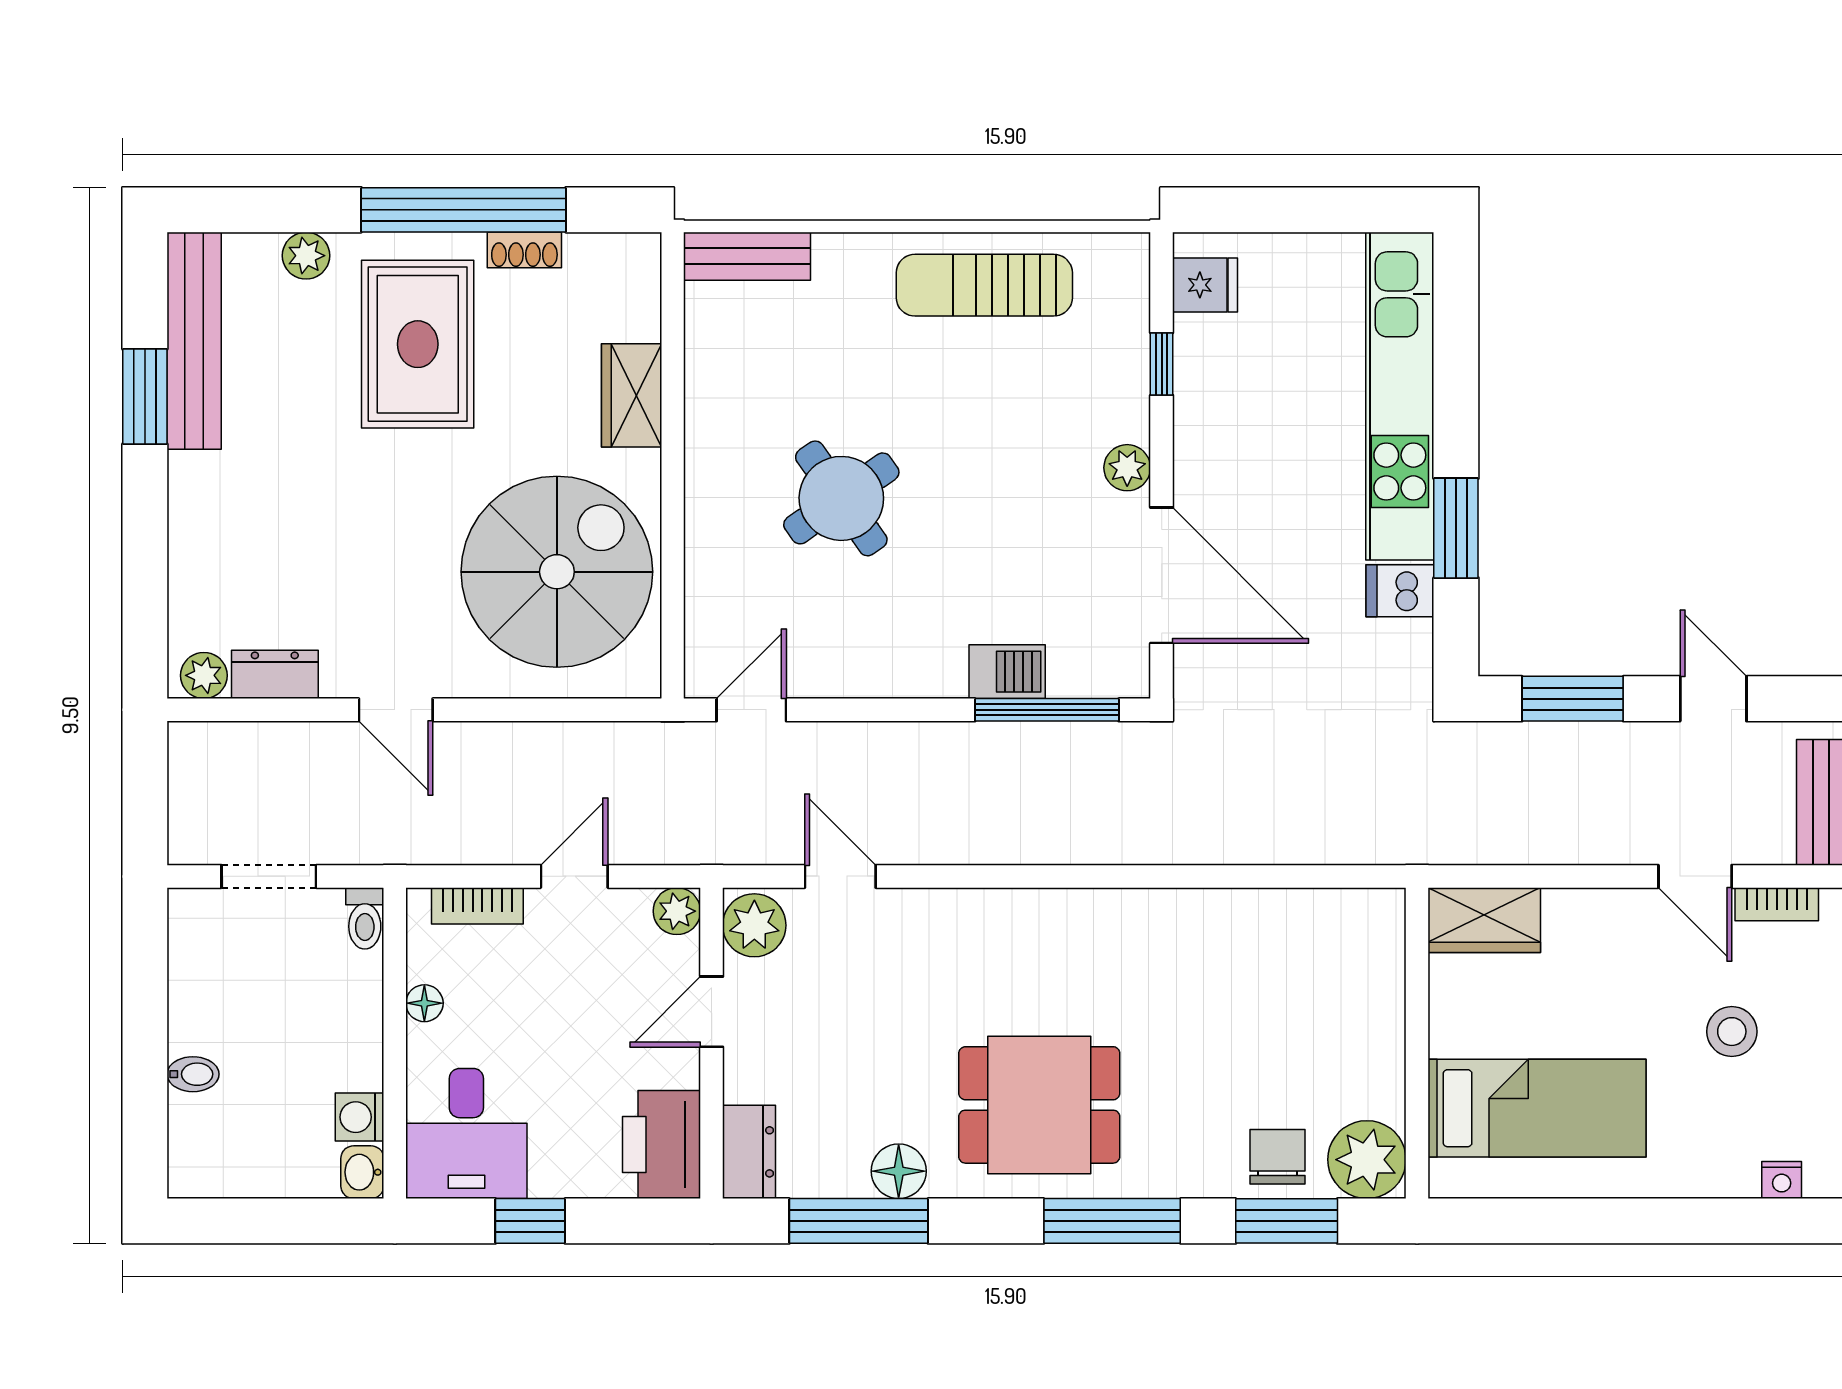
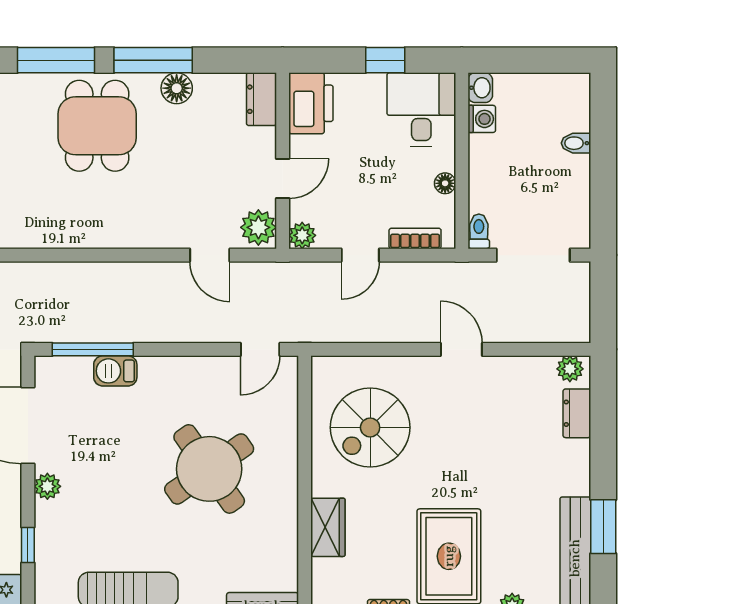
round table: (841, 498) -> (209, 469), width x1.36, depth x1.36
spiral stairs: (557, 572) -> (370, 427), width x0.73, depth x0.73
dresser: (275, 674) -> (577, 413), moved, turned 90
doorway: (269, 876) -> (533, 255), width x1.38
dining table: (1039, 1105) -> (97, 126), turned 90
window: (859, 1221) -> (153, 60), moved

